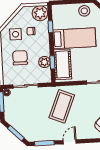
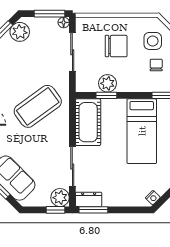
cot: (63, 64) -> (88, 122), moved, turned 90
coffee table: (62, 106) -> (38, 106), turned -58
plant: (14, 121) -> (20, 32), added

